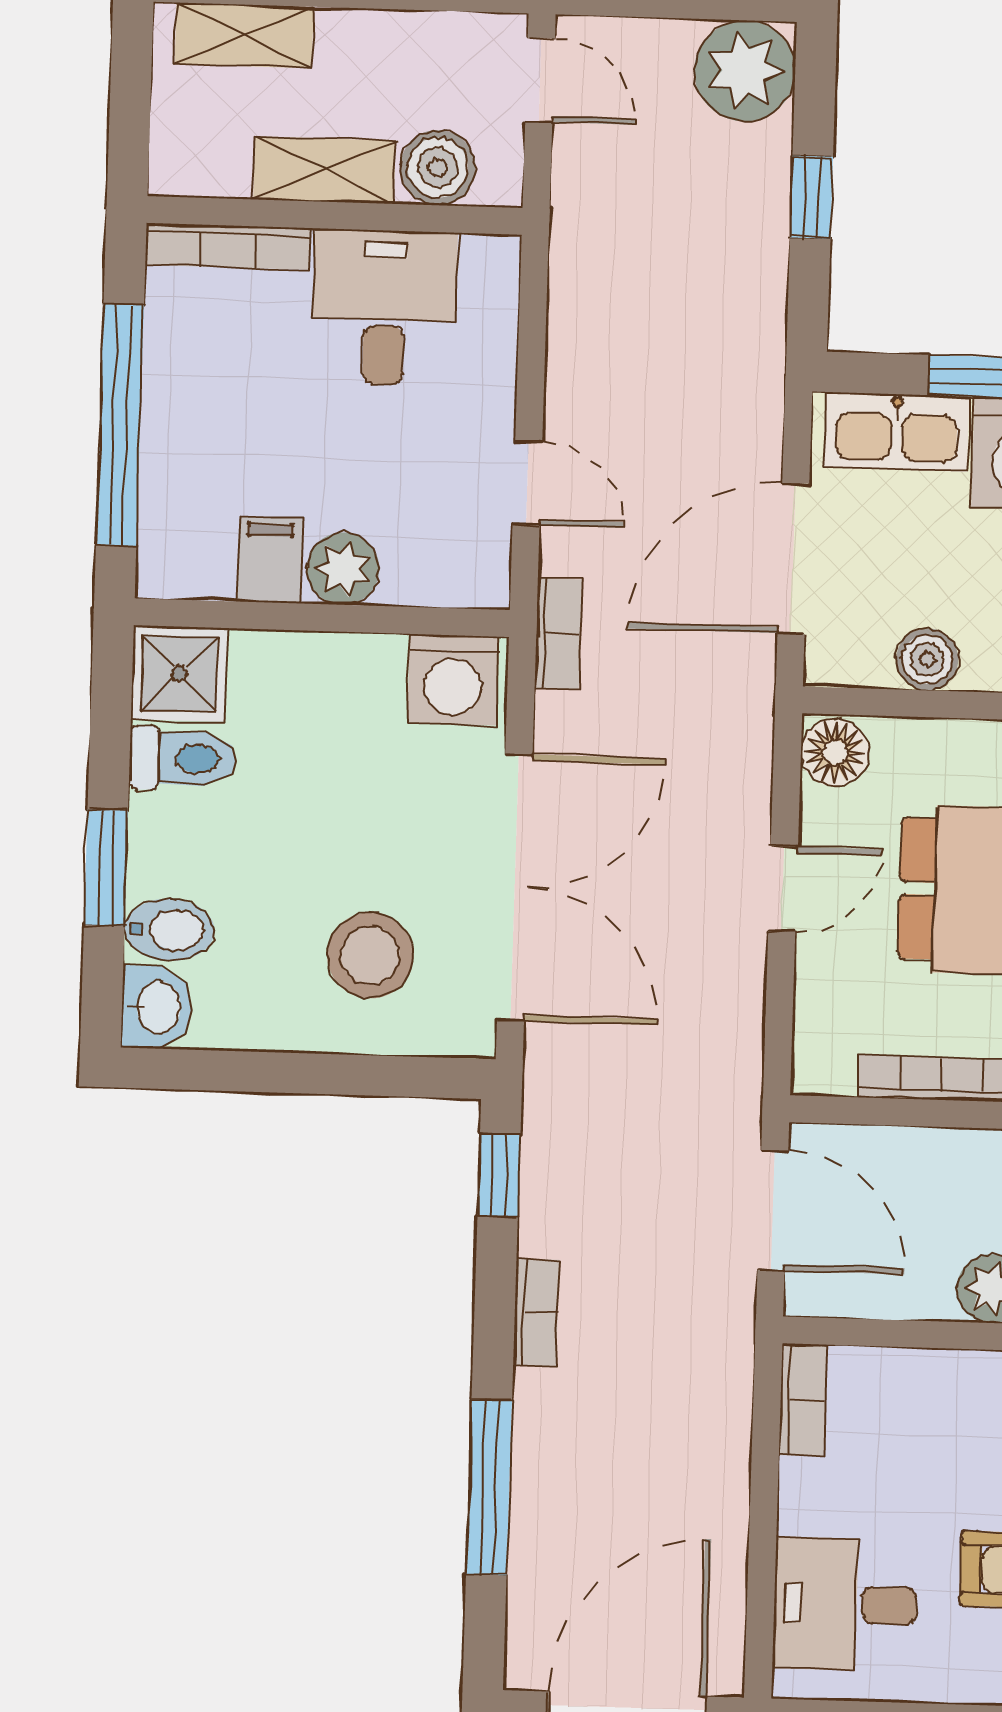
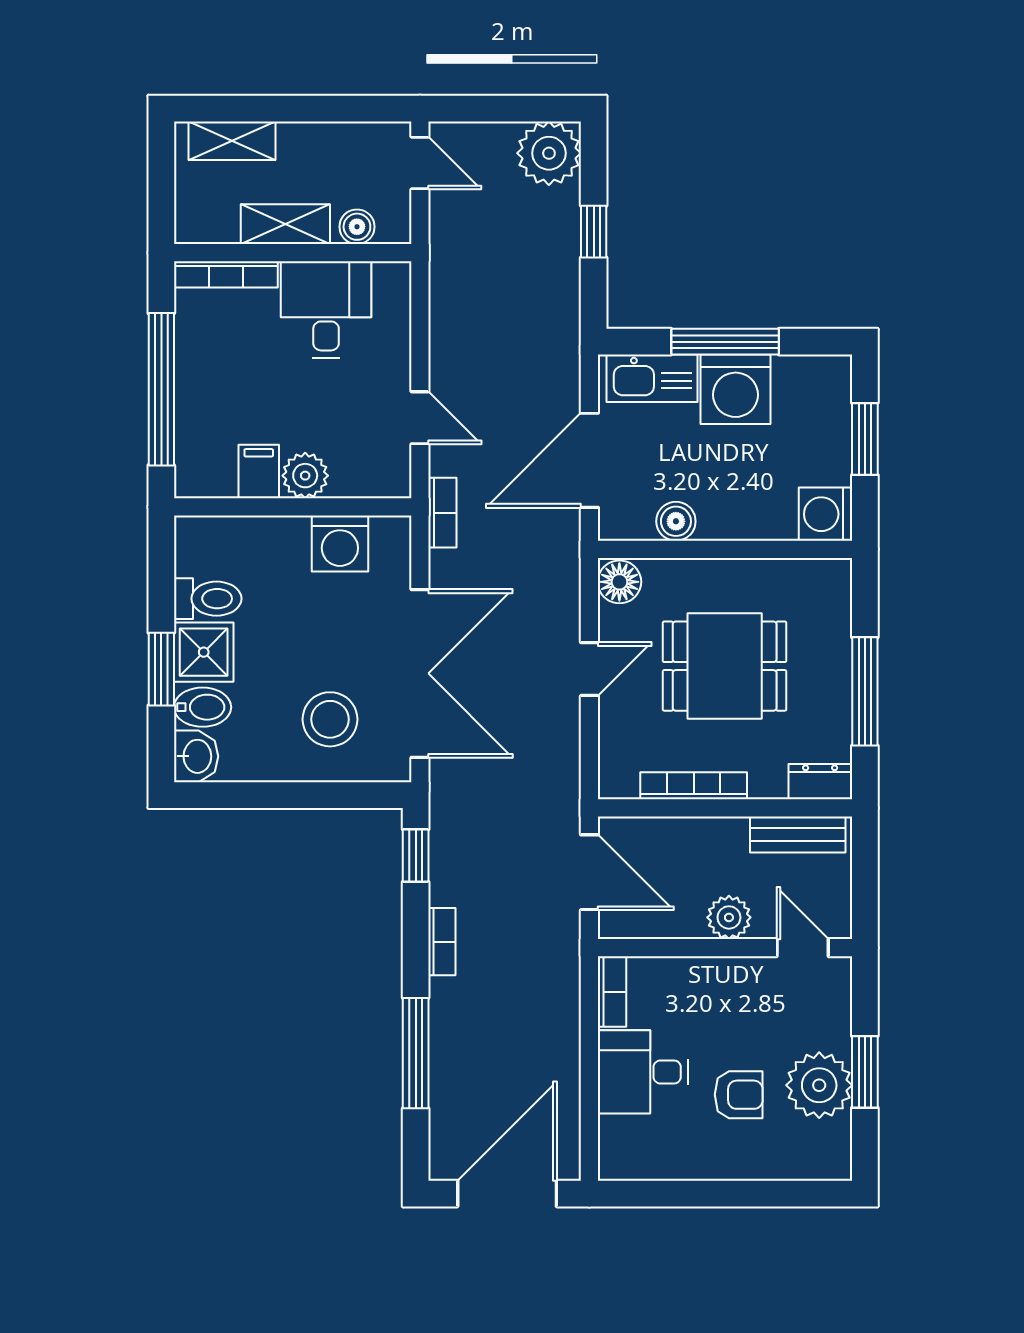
boiler: (438, 168) -> (357, 227), width x0.73, depth x0.73
shower: (179, 674) -> (204, 652), moved
washing machine: (453, 680) -> (340, 544), moved
desk: (845, 1604) -> (643, 1072), moved

